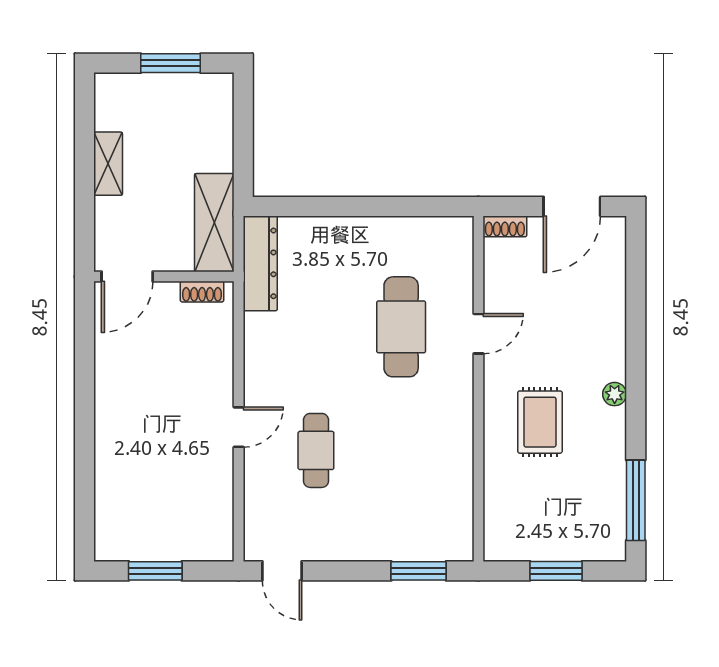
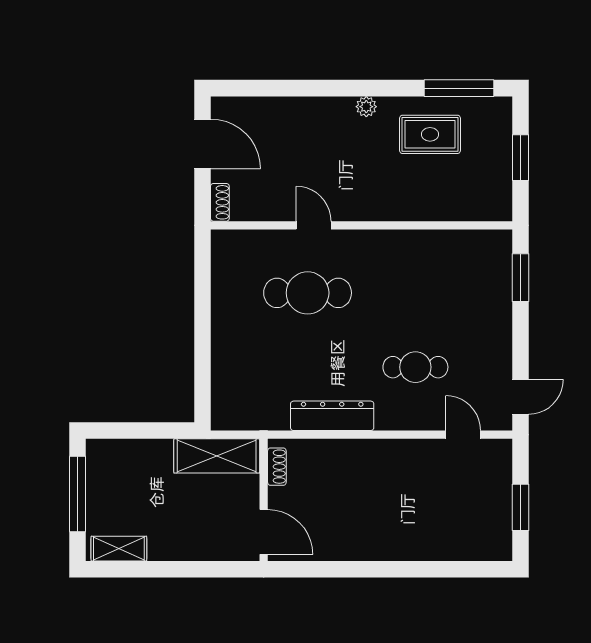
window: (171, 63) -> (77, 494), width x1.44
shelving: (108, 164) -> (119, 549), moved
dresser: (260, 263) -> (332, 416), moved
rug: (540, 422) -> (430, 134), moved
door: (239, 427) -> (463, 435), moved

